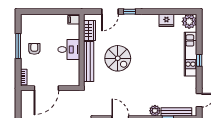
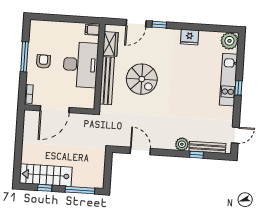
fridge: (166, 20) -> (190, 37), moved
desk: (69, 50) -> (81, 65), width x1.87, depth x1.30

